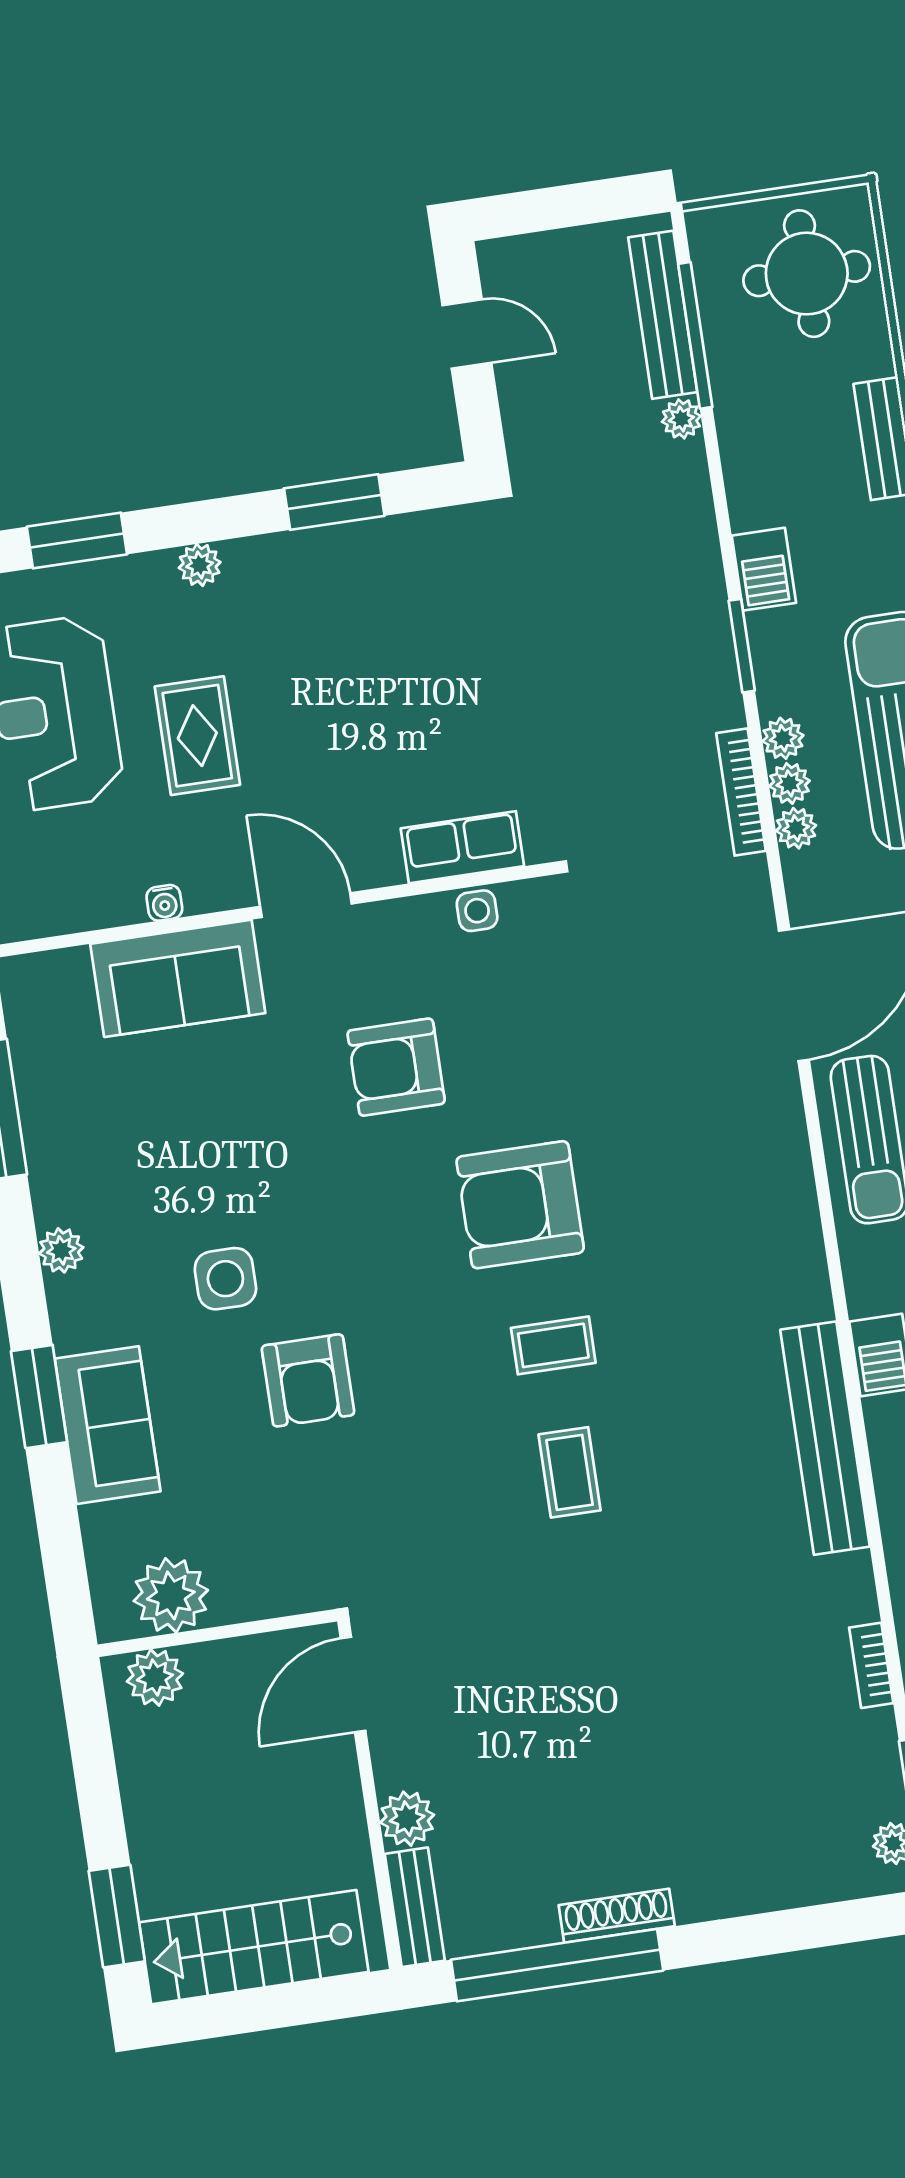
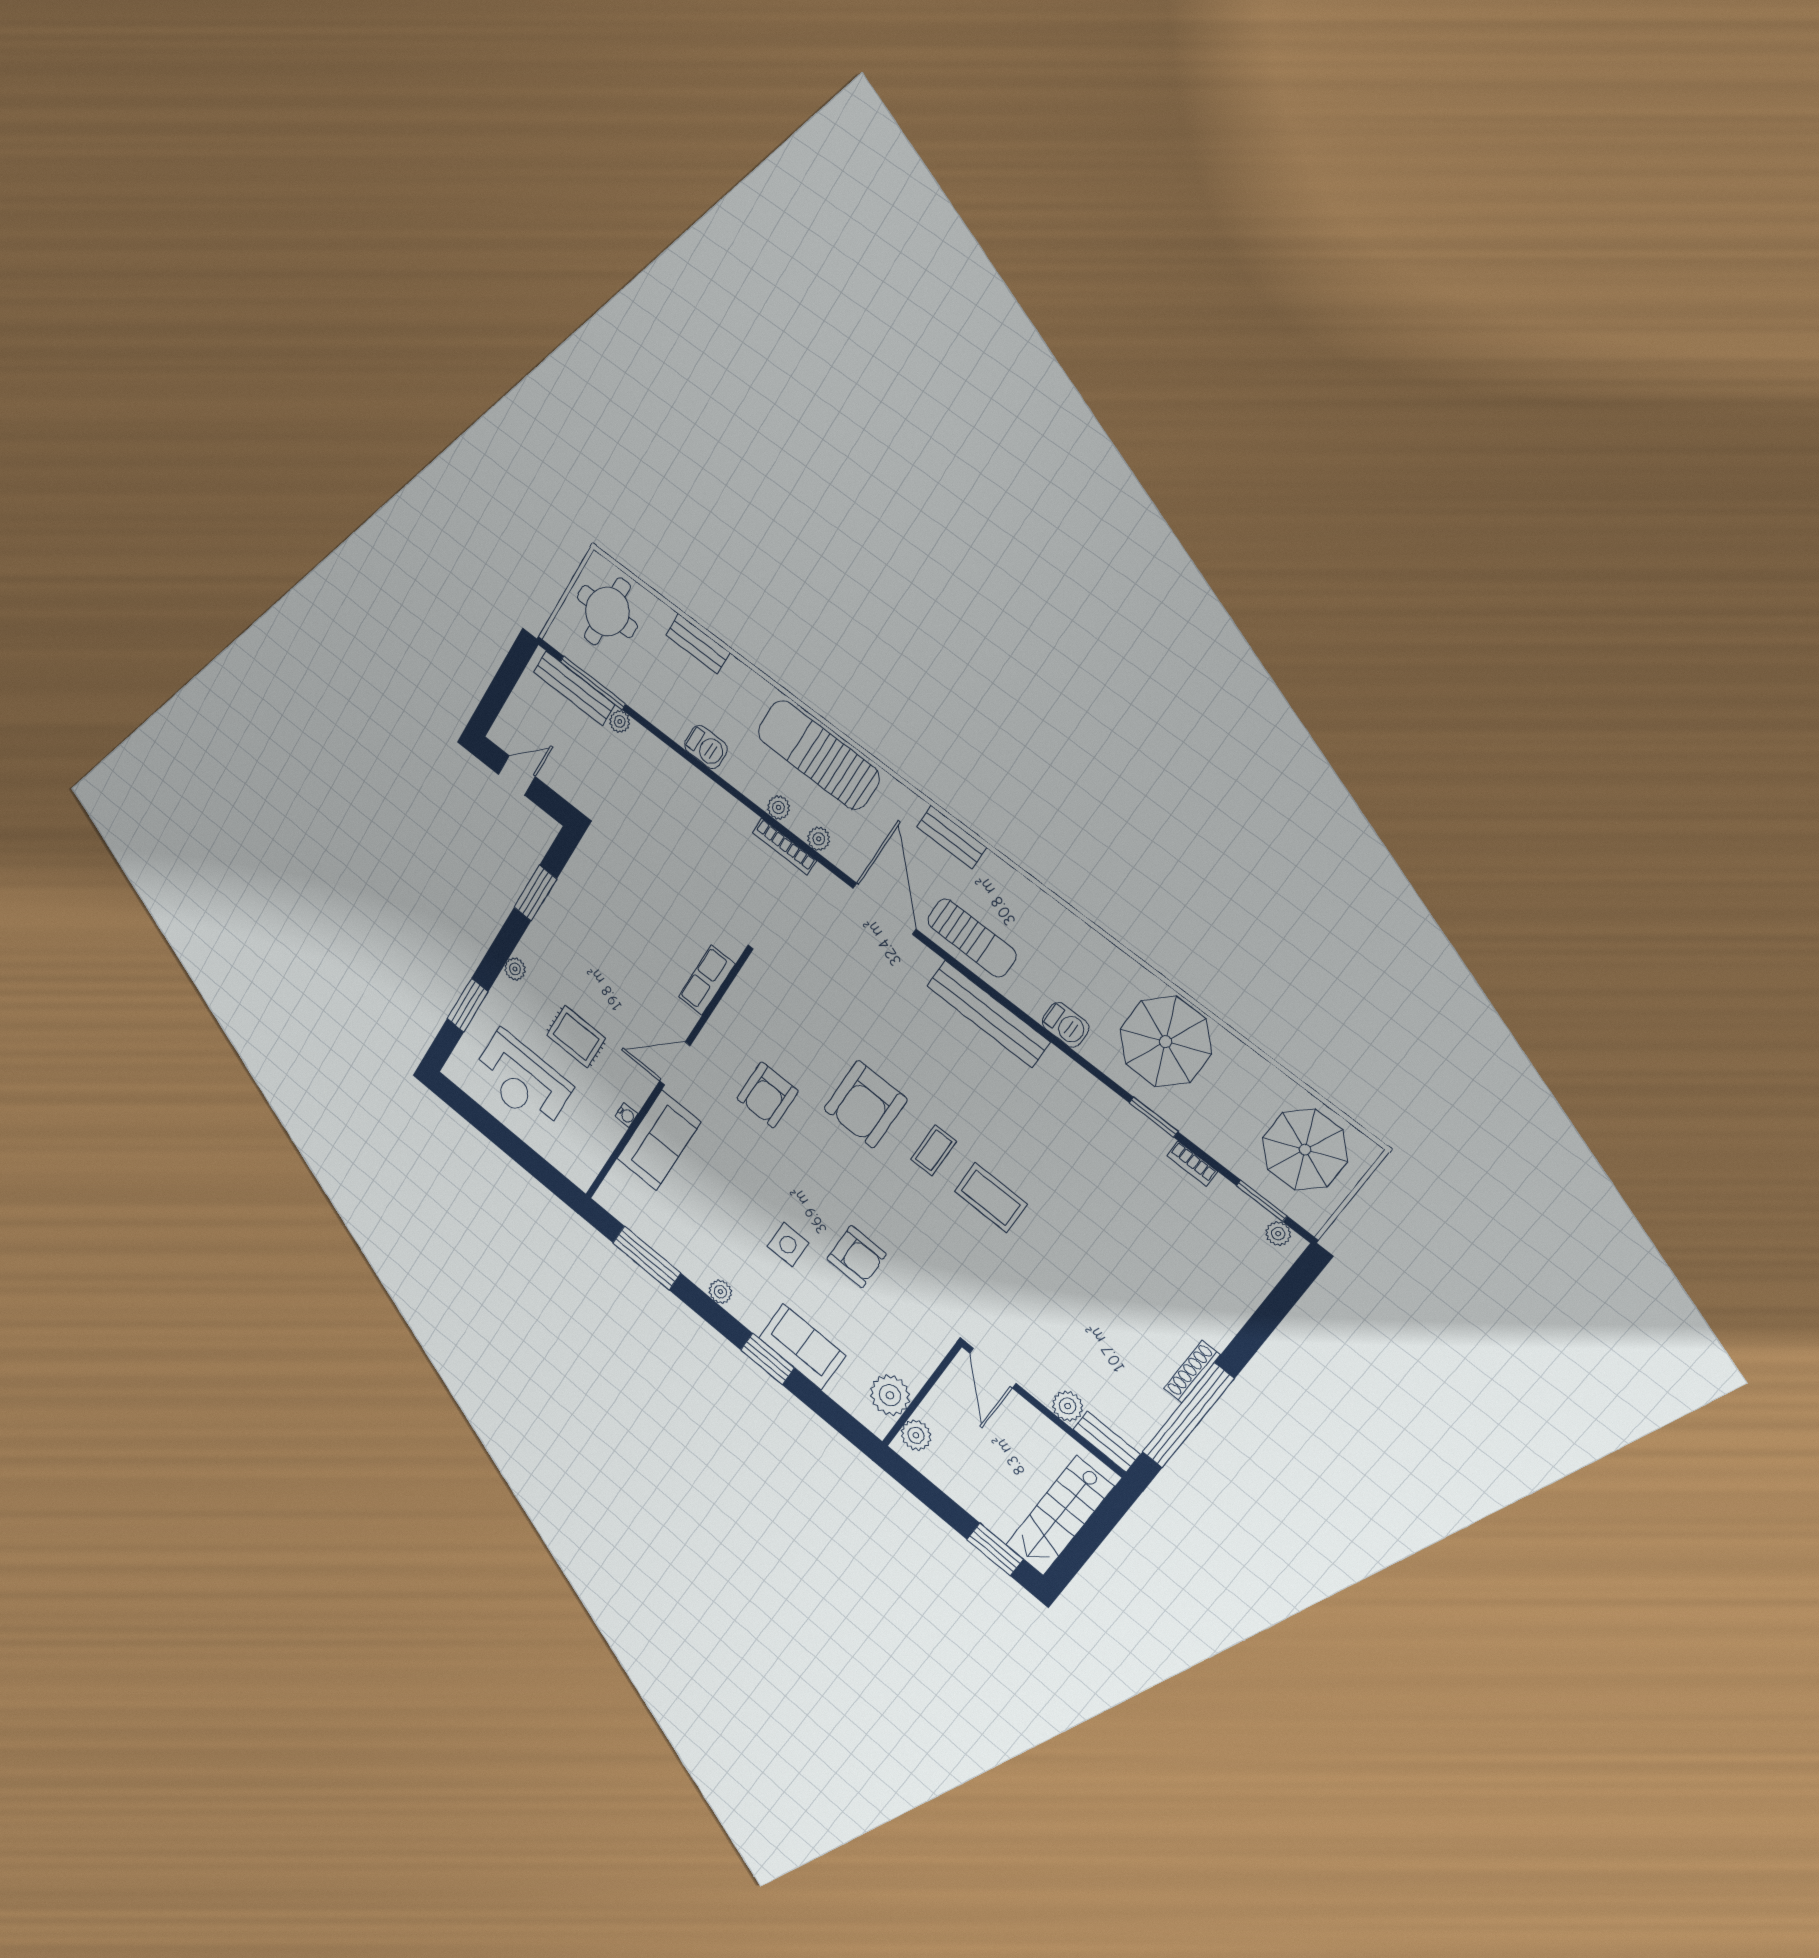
window: (742, 646) -> (1154, 1117), moved
plant: (789, 783) -> (799, 823), removed
side table: (477, 911) -> (736, 1000), removed
bench: (825, 1438) -> (988, 1014), moved
coffee table: (570, 1472) -> (991, 1198), width x1.36, depth x1.30

